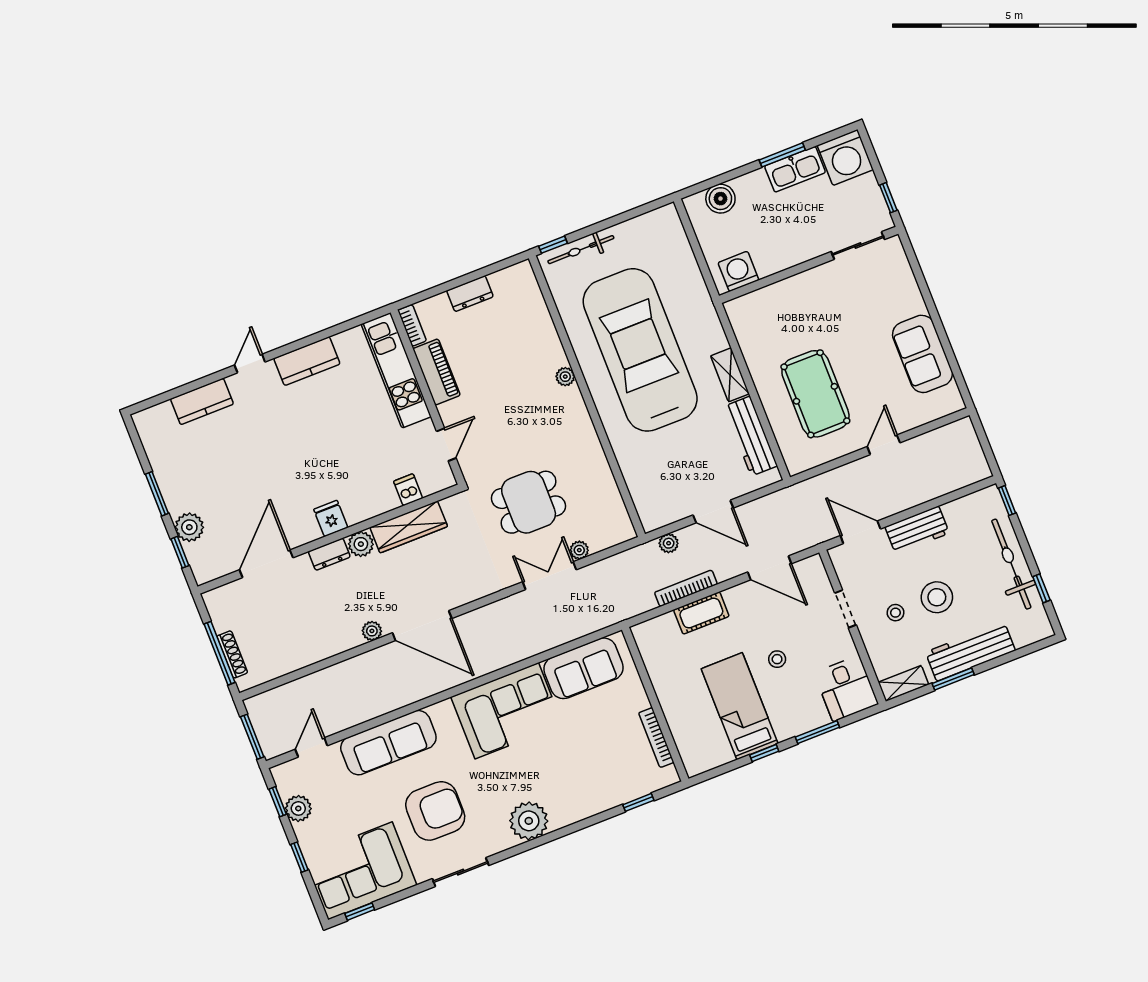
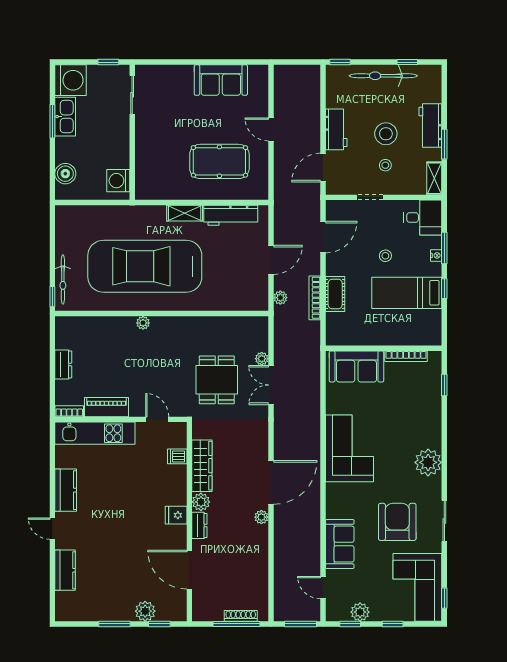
workbench: (970, 651) -> (430, 126), width x0.73
sofa: (583, 668) -> (356, 366), moved, turned 90
nightstand: (804, 725) -> (436, 255), added
sofa: (388, 743) -> (340, 544), width x0.73

